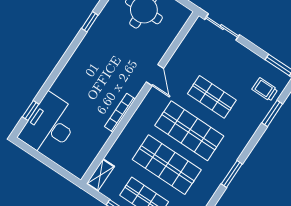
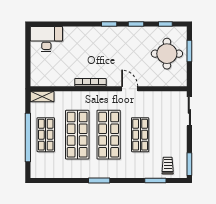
door: (155, 75) -> (130, 89), swing flipped
window: (31, 111) -> (109, 24), moved
desk: (50, 126) -> (46, 39), width x0.73, depth x0.77

